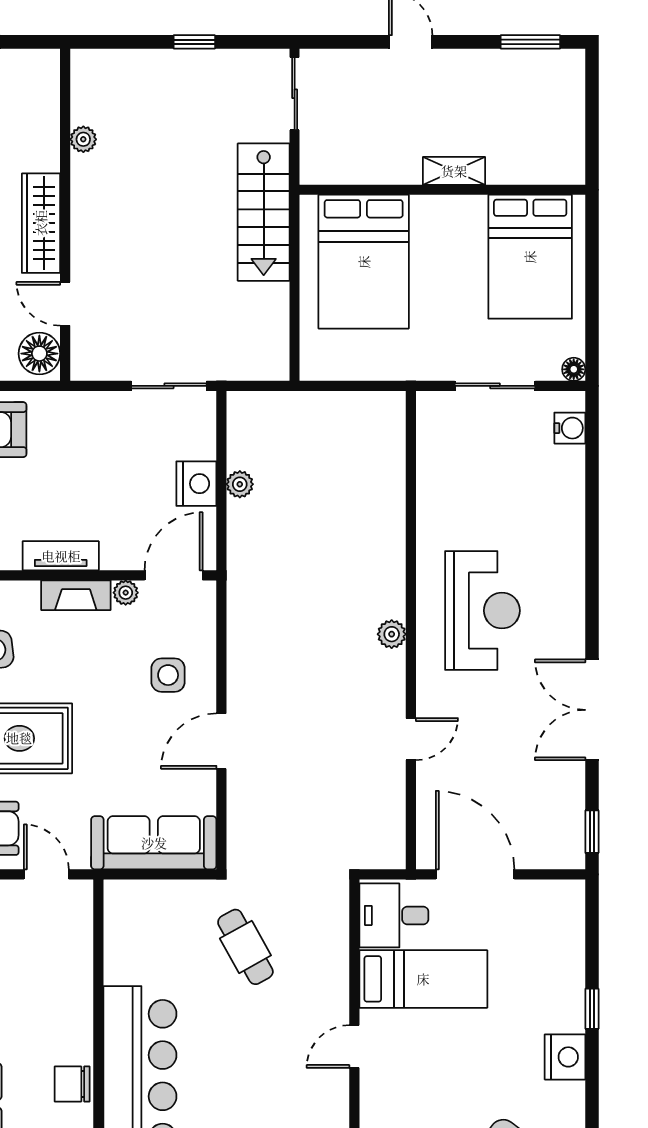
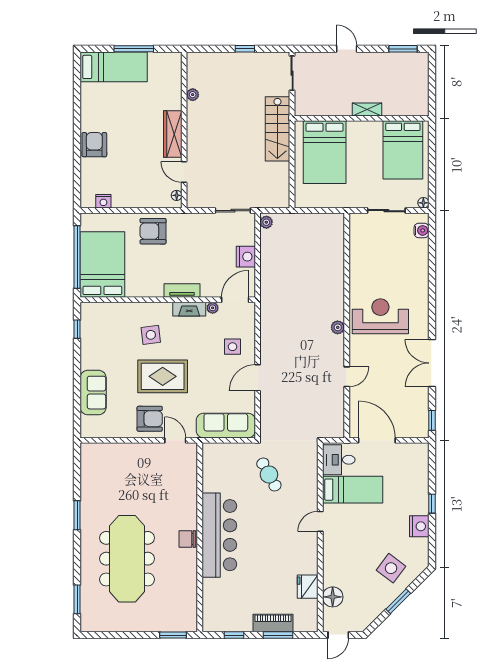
floor lamp: (39, 354) -> (177, 195), width x0.53, depth x0.53
plant: (240, 484) -> (266, 222), moved
reception desk: (482, 611) -> (380, 316), turned -90

